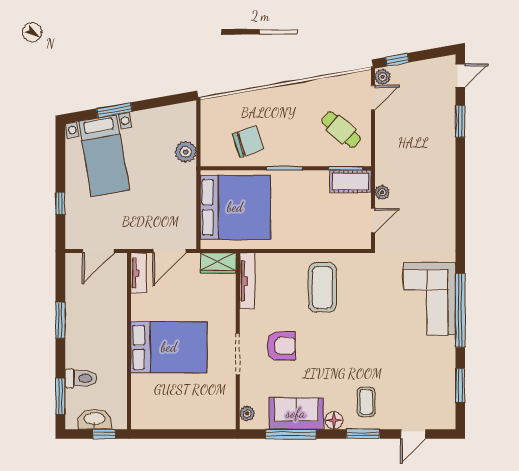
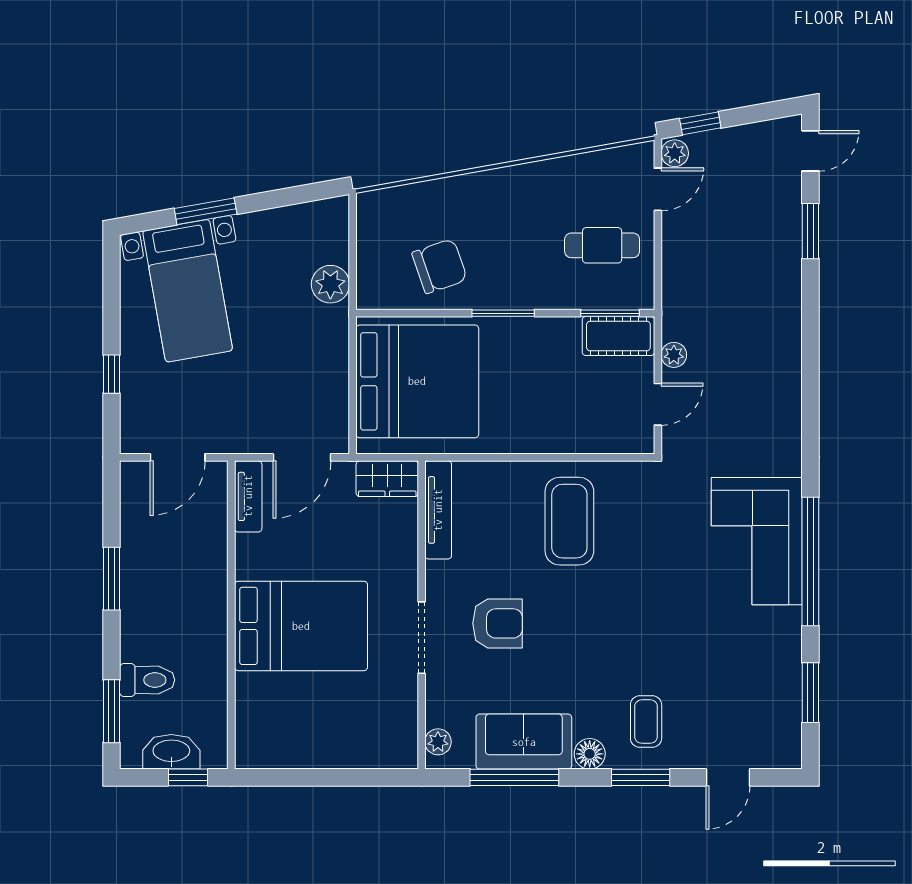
cafe table: (341, 130) -> (602, 245), turned -41

